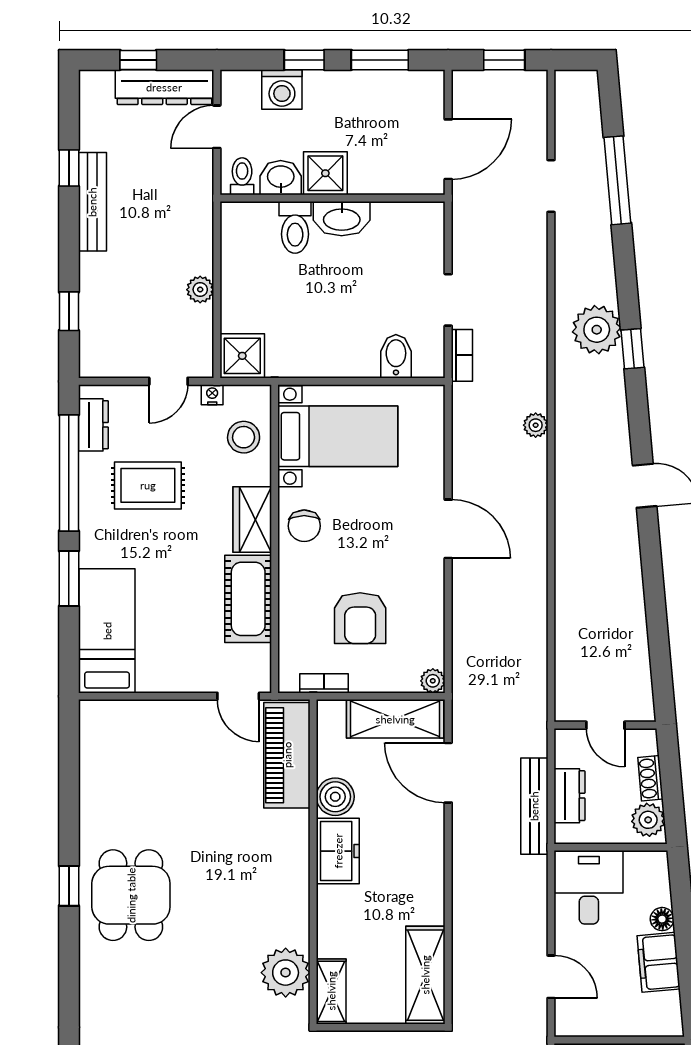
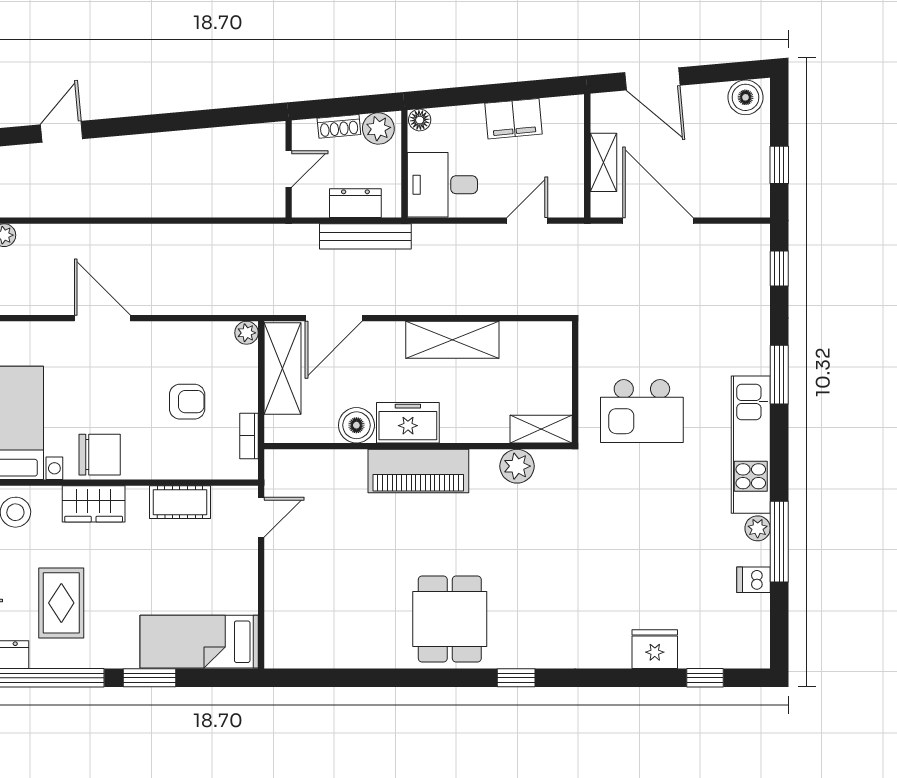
chair: (304, 526) -> (100, 455), width x1.37, depth x1.37
door: (448, 529) -> (102, 318), hinge flipped
cot: (248, 599) -> (180, 502), width x0.73, depth x0.75
armchair: (360, 618) -> (187, 402), width x0.72, depth x0.72
piano: (287, 755) -> (418, 471), moved
window: (69, 886) -> (516, 678), moved
dining table: (131, 895) -> (450, 619), turned 90
floor lamp: (662, 919) -> (420, 120), moved
plant: (286, 973) -> (517, 466), width x0.73, depth x0.73
shelving: (425, 975) -> (452, 340), moved

